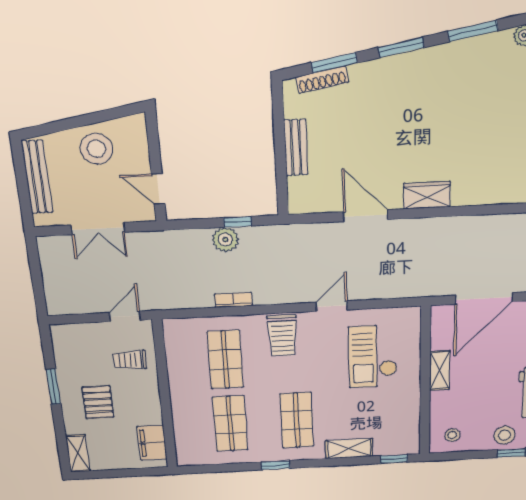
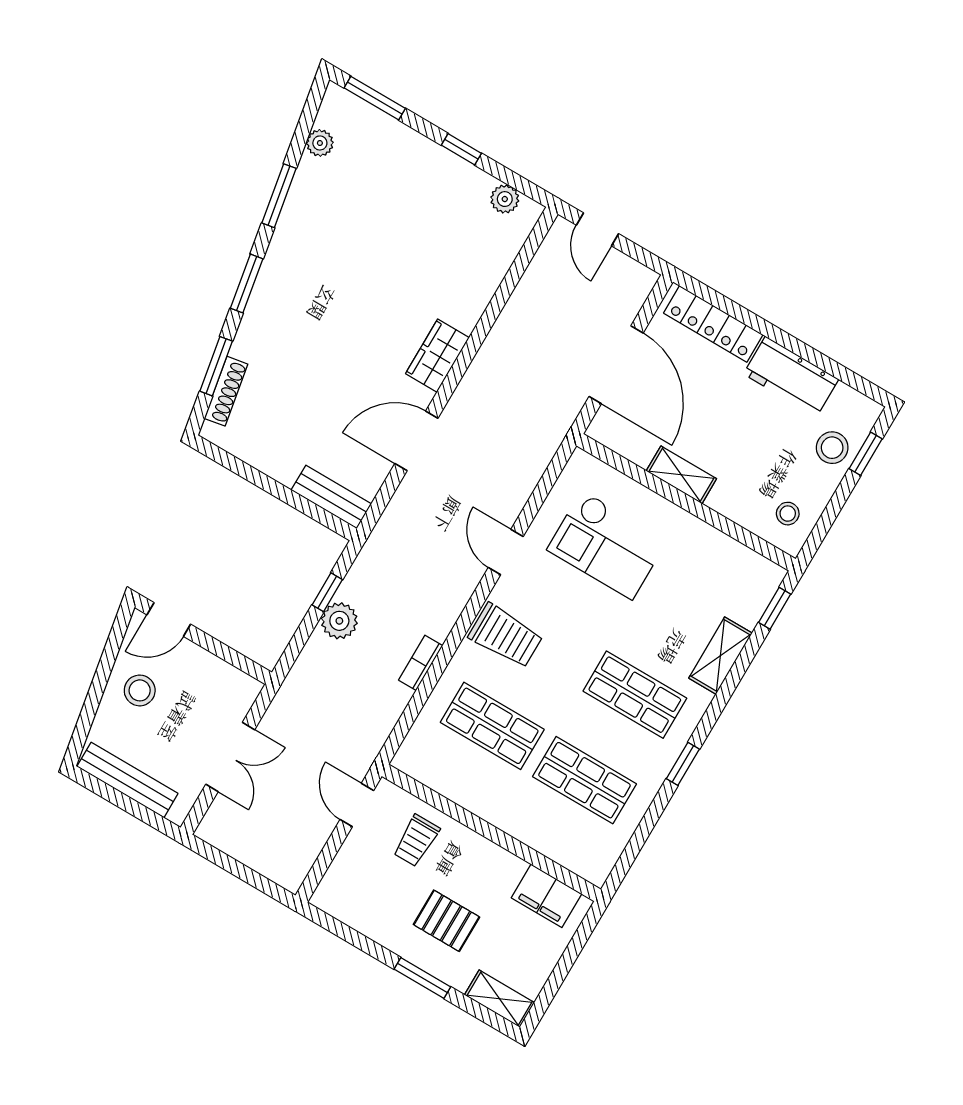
bench: (296, 147) -> (331, 497), moved
stool: (96, 149) -> (140, 690), width x0.73, depth x0.73
door: (158, 189) -> (169, 619), moved
window: (53, 387) -> (422, 978), moved

